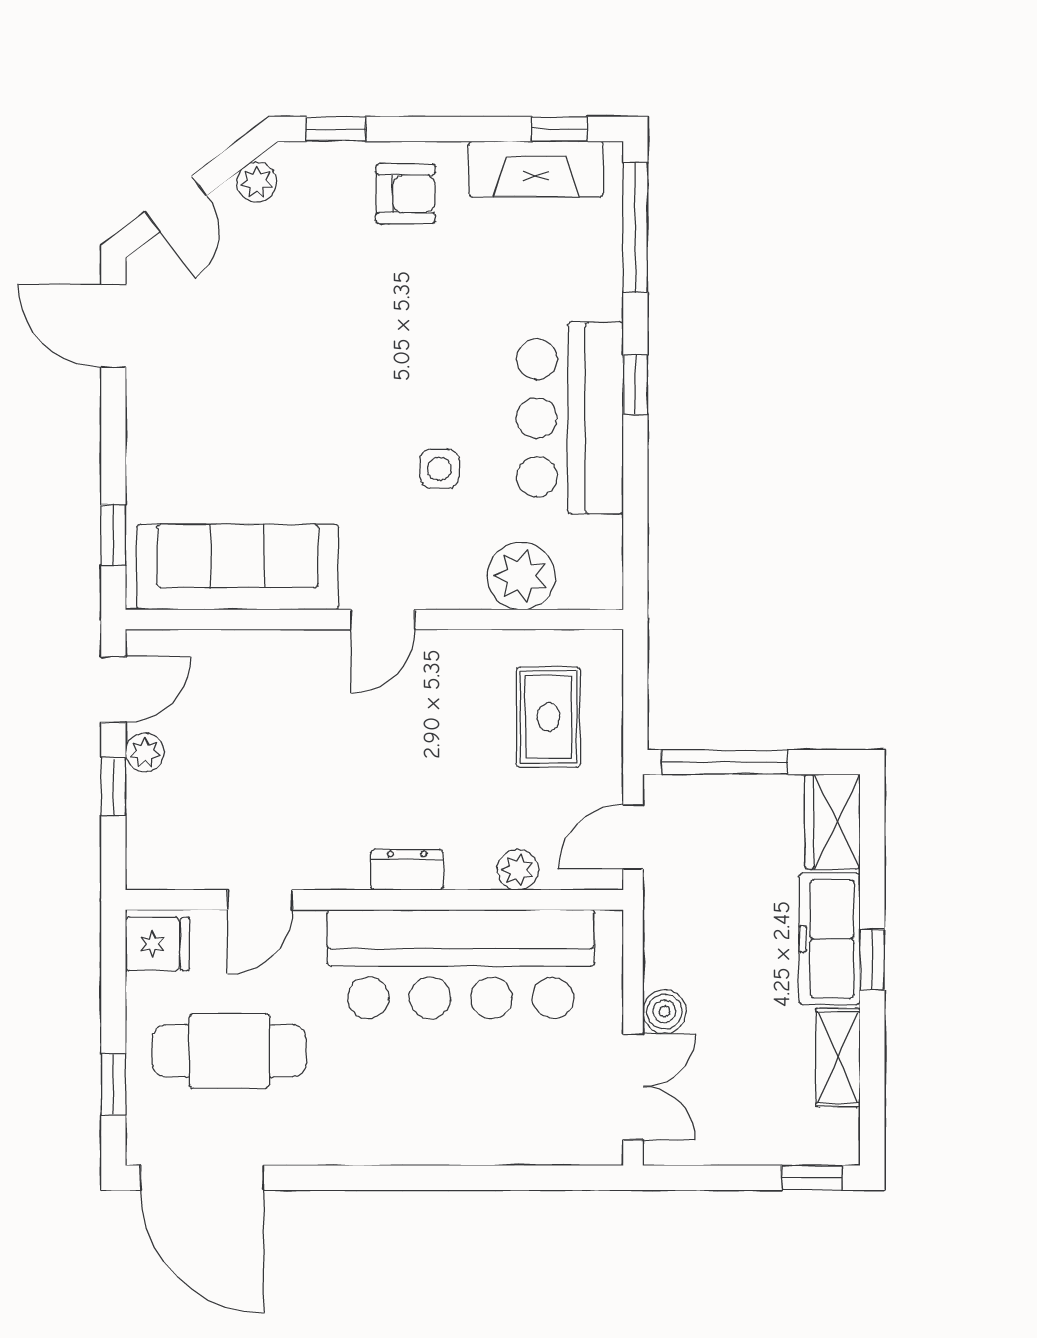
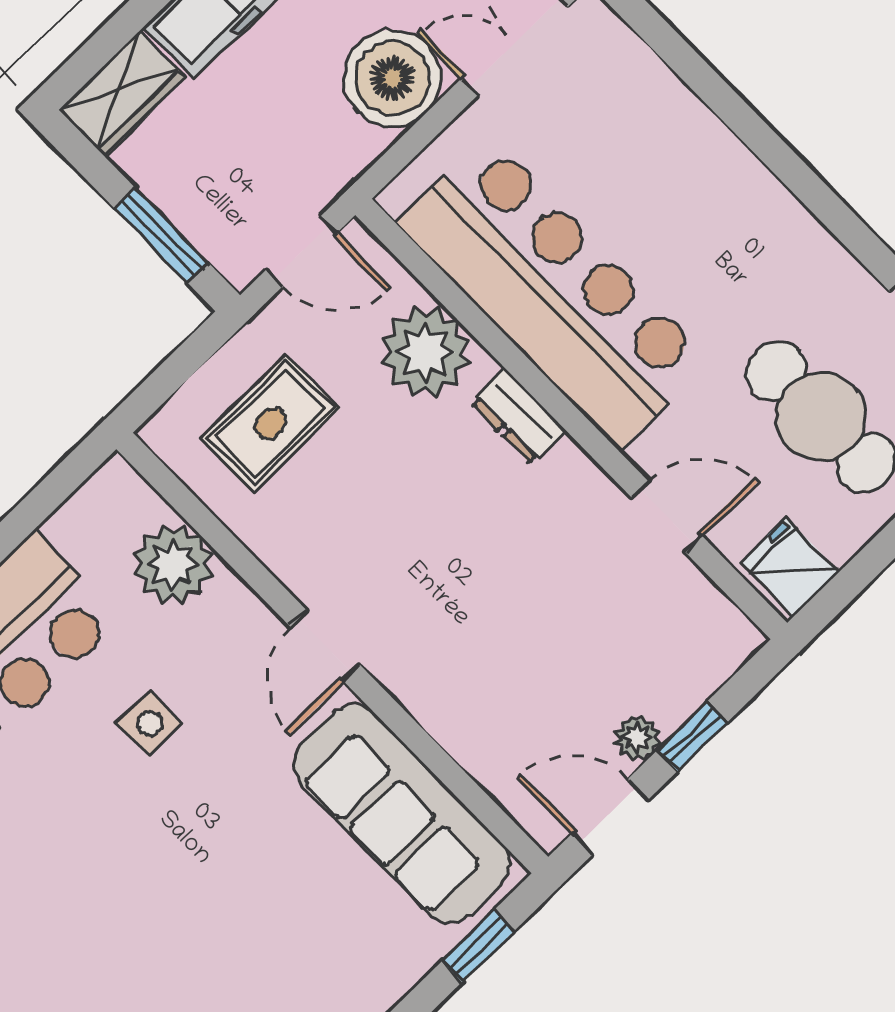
door: (383, 620) -> (325, 646), swing flipped
window: (725, 762) -> (161, 235), width x0.69
plant: (518, 870) -> (426, 352), width x1.87, depth x1.87
boiler: (664, 1012) -> (393, 78), width x1.86, depth x1.86

